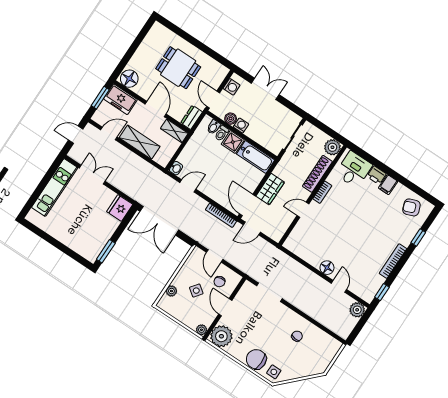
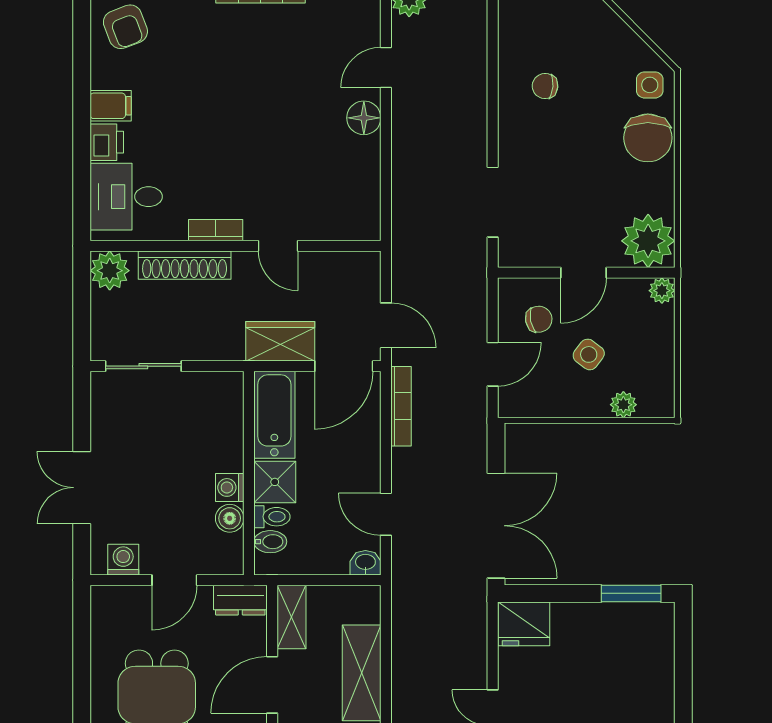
boiler: (231, 119) -> (230, 518), moved
washing machine: (241, 126) -> (230, 487), moved
bidet: (214, 127) -> (270, 542), moved
toilet: (222, 133) -> (272, 517), moved
wall: (242, 135) -> (249, 473), moved
shower: (233, 142) -> (275, 482), moved
bathtub: (256, 157) -> (274, 415), moved

